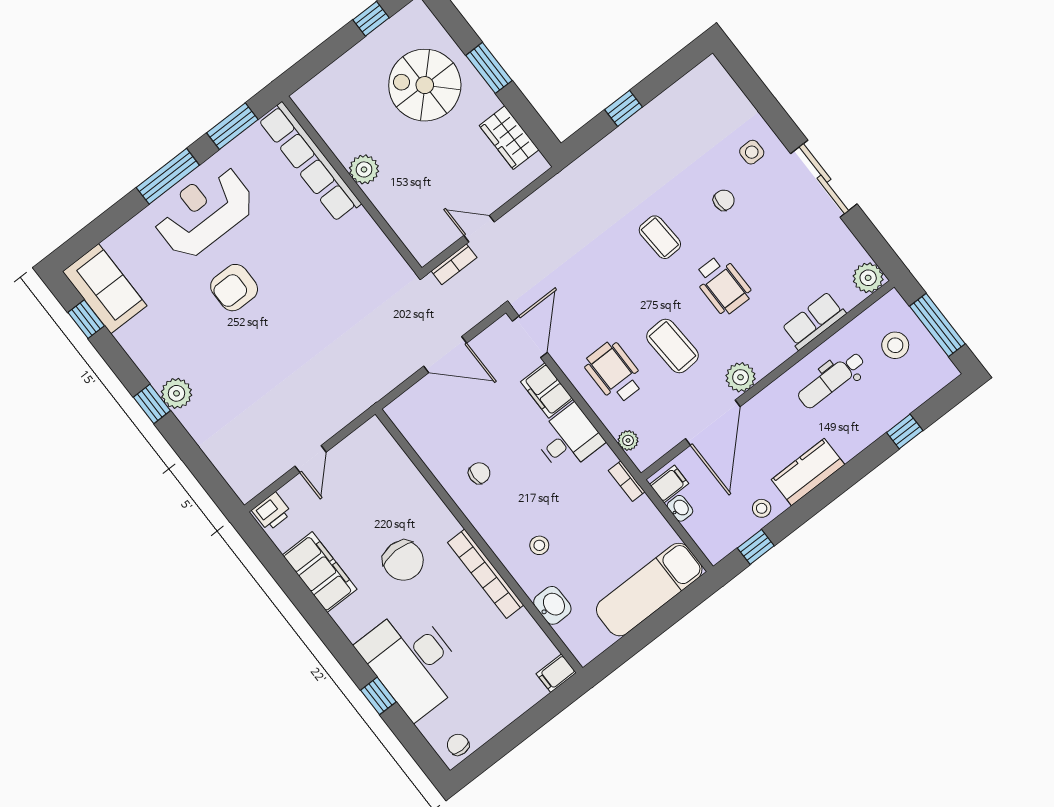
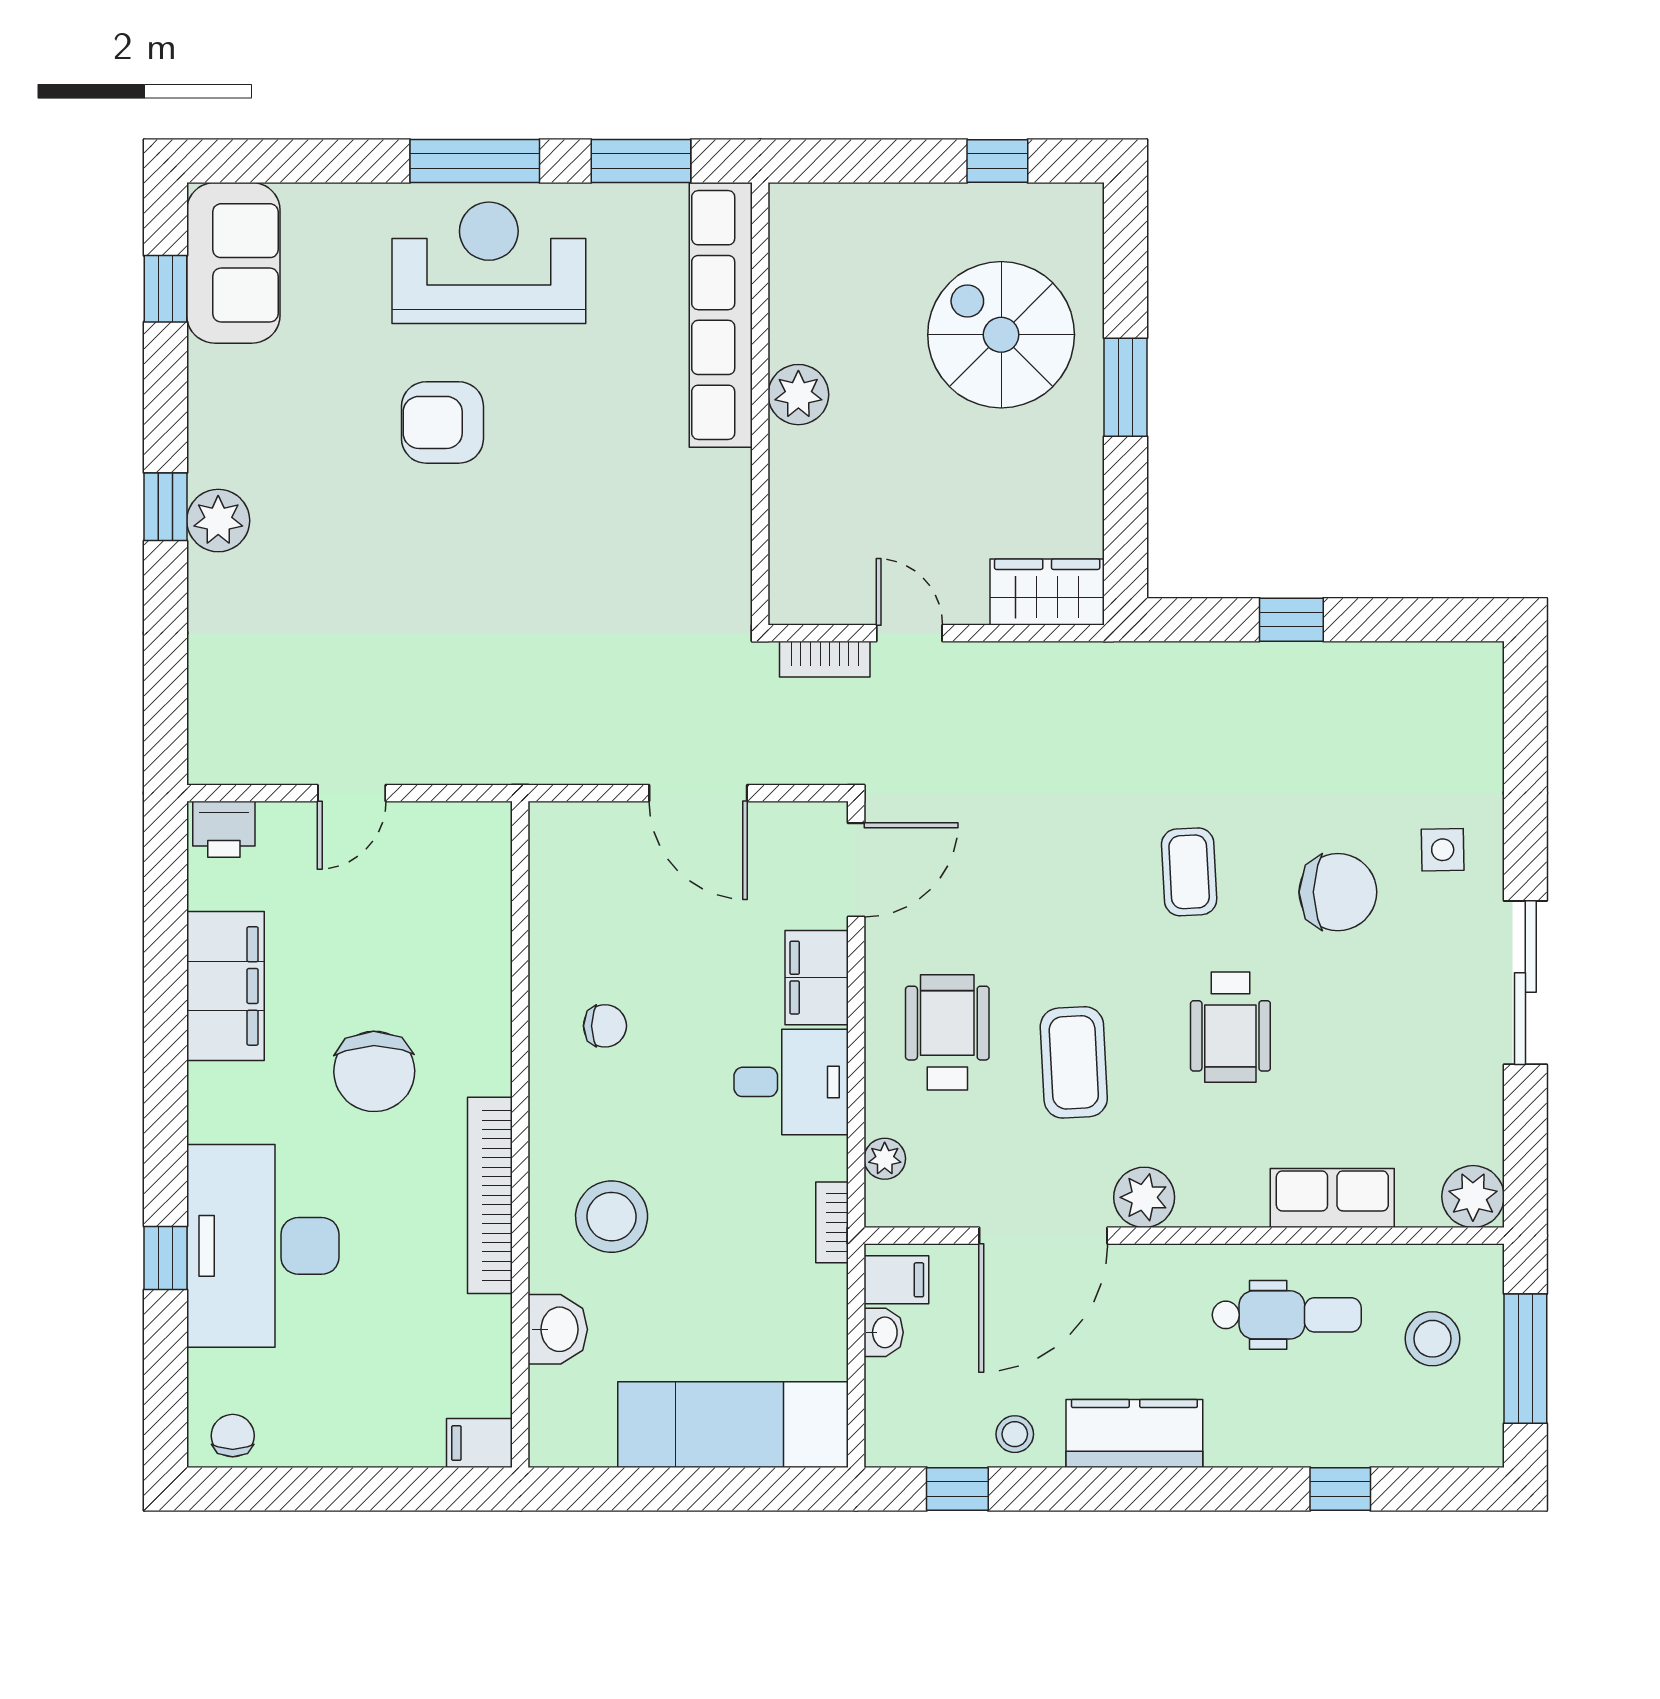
wardrobe: (509, 138) -> (1047, 592), moved, turned 90
chair: (724, 200) -> (1338, 892), width x1.87, depth x1.87
dental chair: (831, 380) -> (1287, 1315), turned 180
stool: (539, 545) -> (612, 1217), width x1.89, depth x1.89

